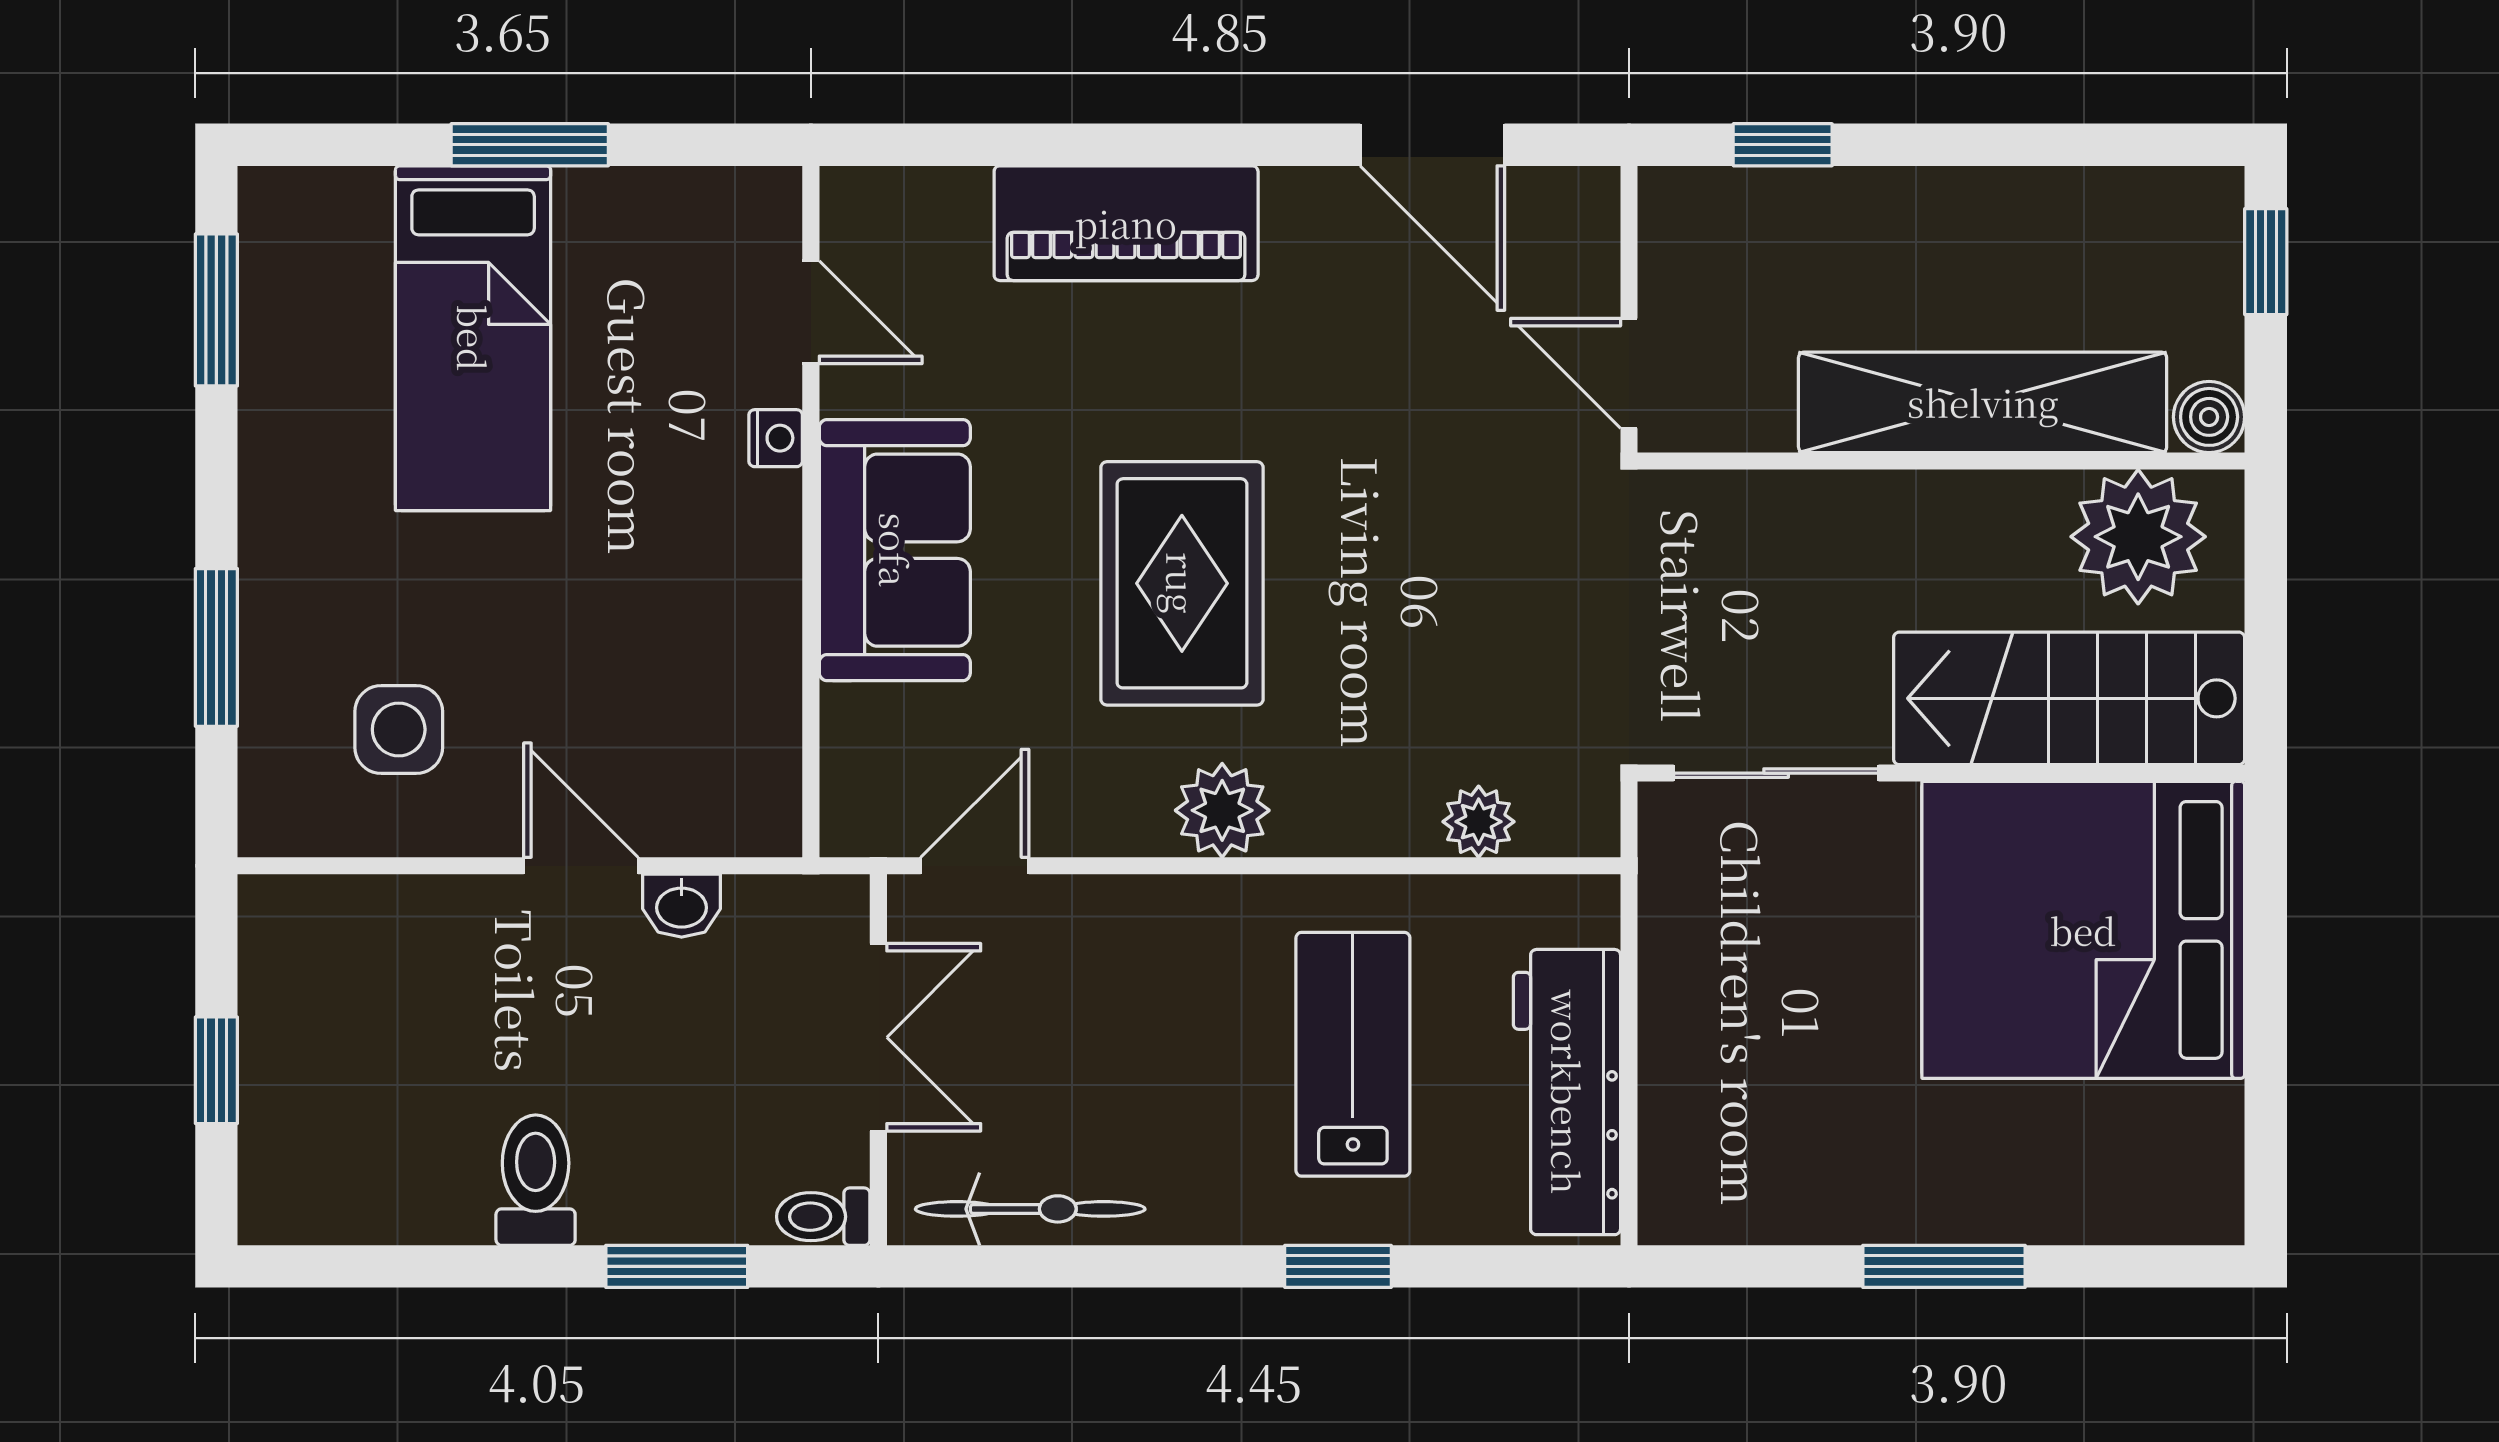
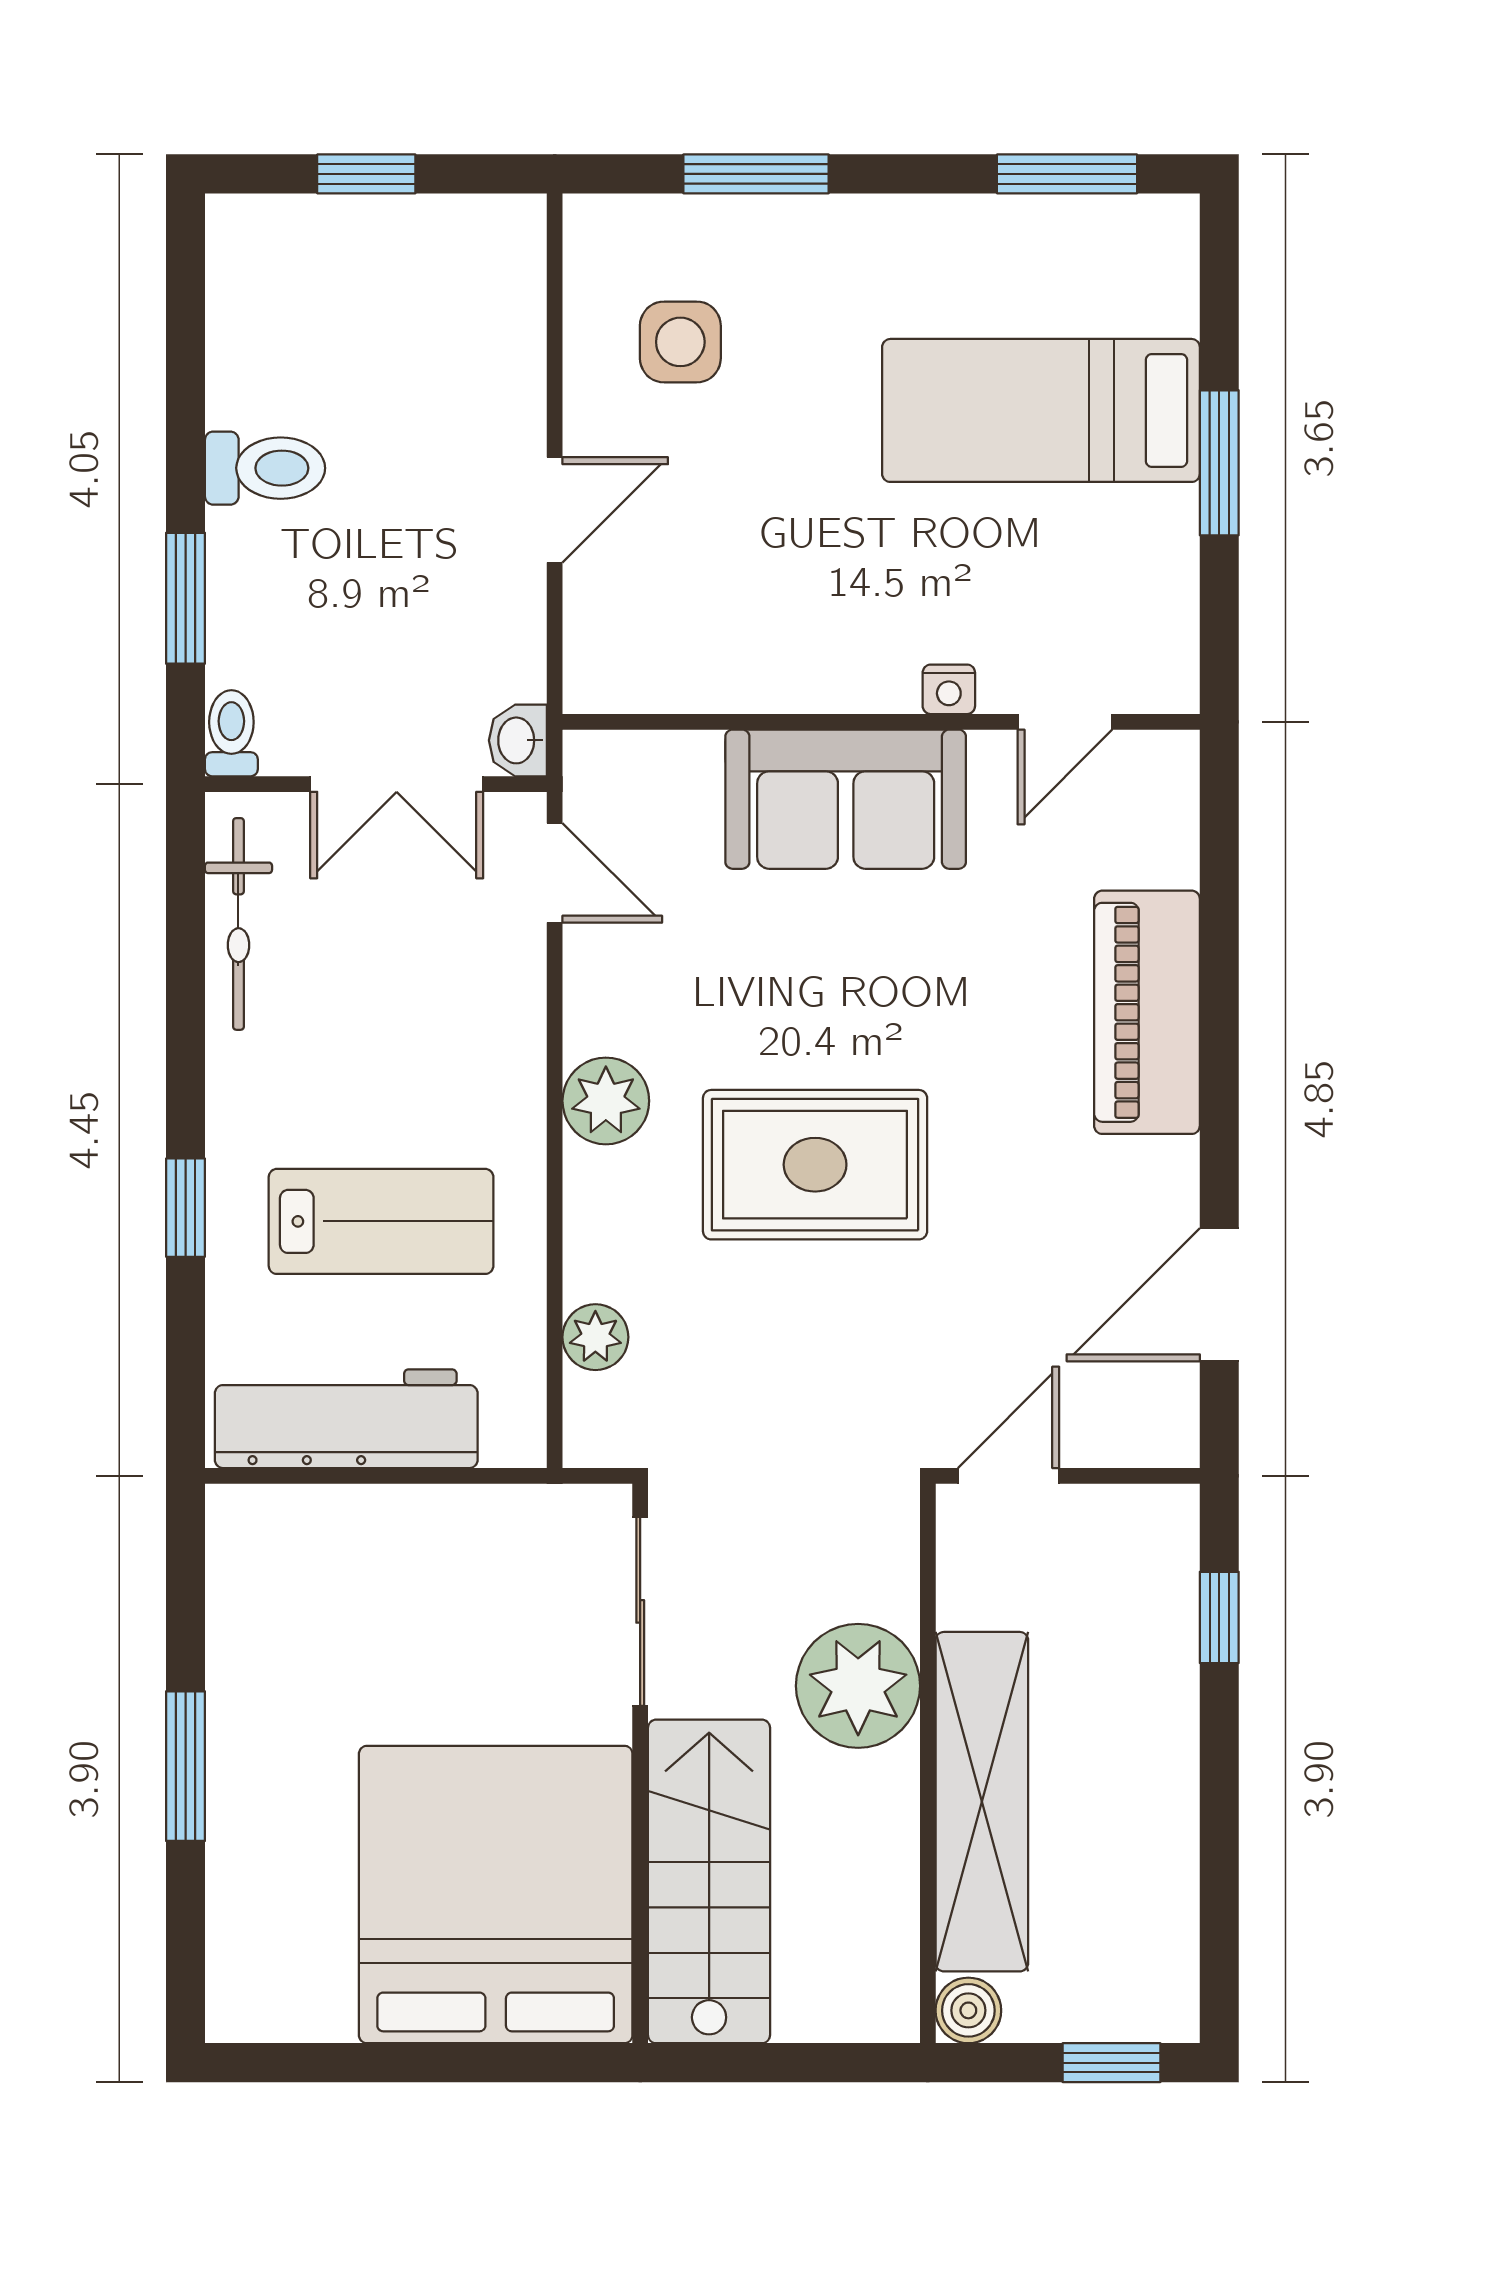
plant: (2138, 537) -> (858, 1686), moved
rug: (1182, 583) -> (815, 1165), moved
washbasin: (682, 906) -> (518, 740), moved

